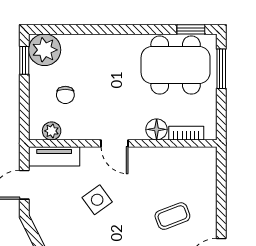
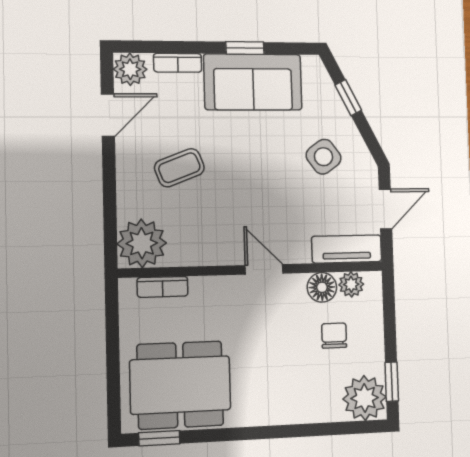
window: (221, 69) -> (113, 383), removed
floor lamp: (157, 129) -> (322, 287), moved
plant: (200, 164) -> (142, 243), added
side table: (97, 200) -> (324, 157), moved

